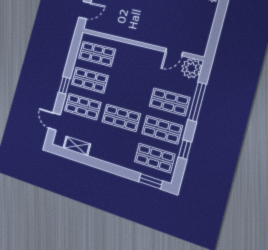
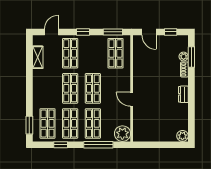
window: (74, 51) -> (113, 32), added
door: (174, 52) -> (132, 99), moved
shop shelf: (90, 80) -> (93, 88), moved

